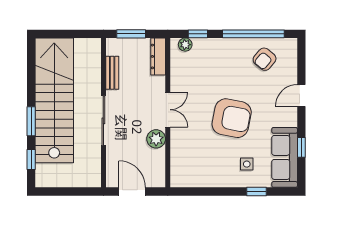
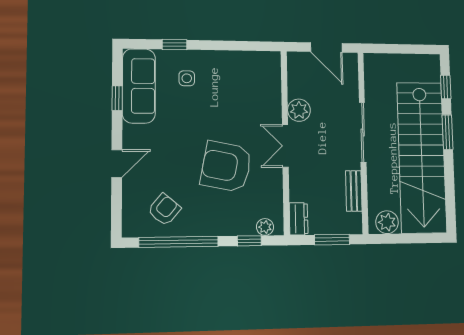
plant: (85, 47) -> (387, 222), added
dresser: (158, 56) -> (299, 219), width x0.70
armchair: (232, 118) -> (226, 167), moved

